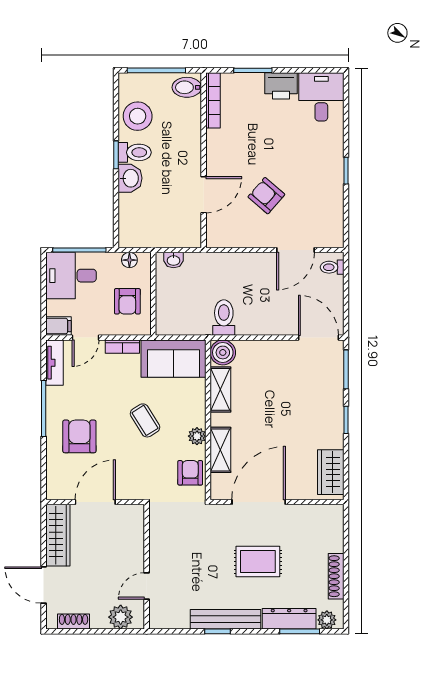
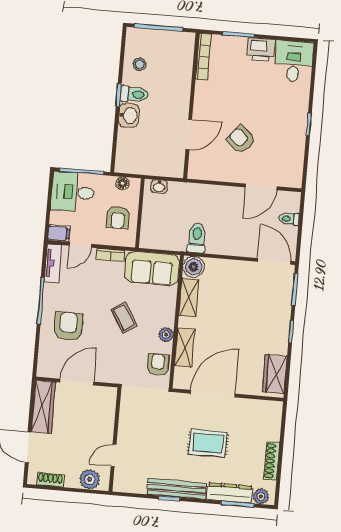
bidet: (187, 87) -> (182, 44), removed
stool: (138, 116) -> (140, 64), width x0.53, depth x0.53
toilet: (332, 267) -> (289, 219), moved

